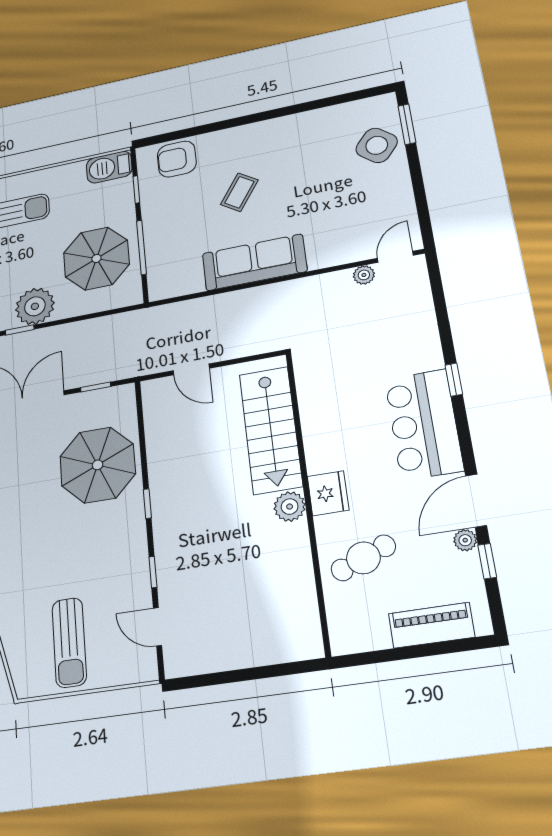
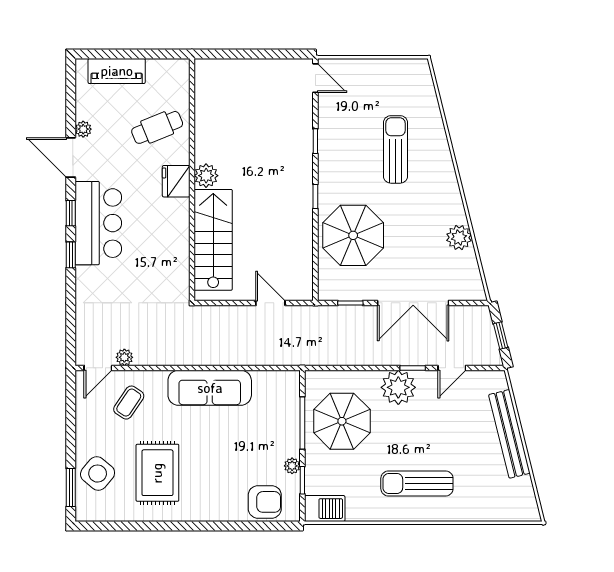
rug: (305, 161) -> (157, 473), added
coffee table: (239, 192) -> (129, 403), moved
plant: (149, 201) -> (292, 466), added
door: (476, 501) -> (71, 157), swing flipped
window: (487, 561) -> (71, 213), moved
door: (158, 627) -> (315, 78), moved
sun lounger: (69, 642) -> (396, 149), moved

